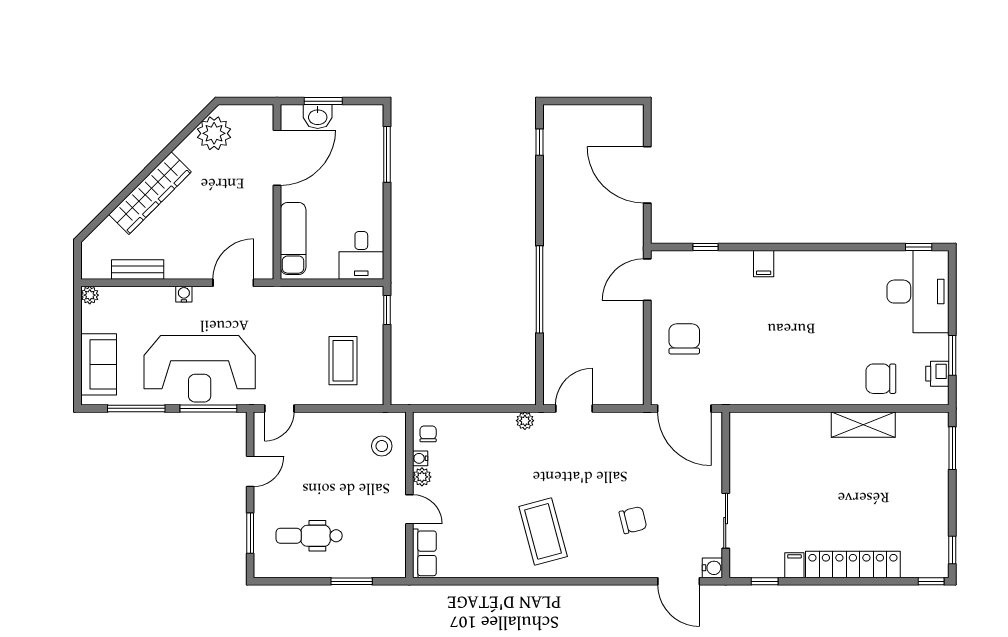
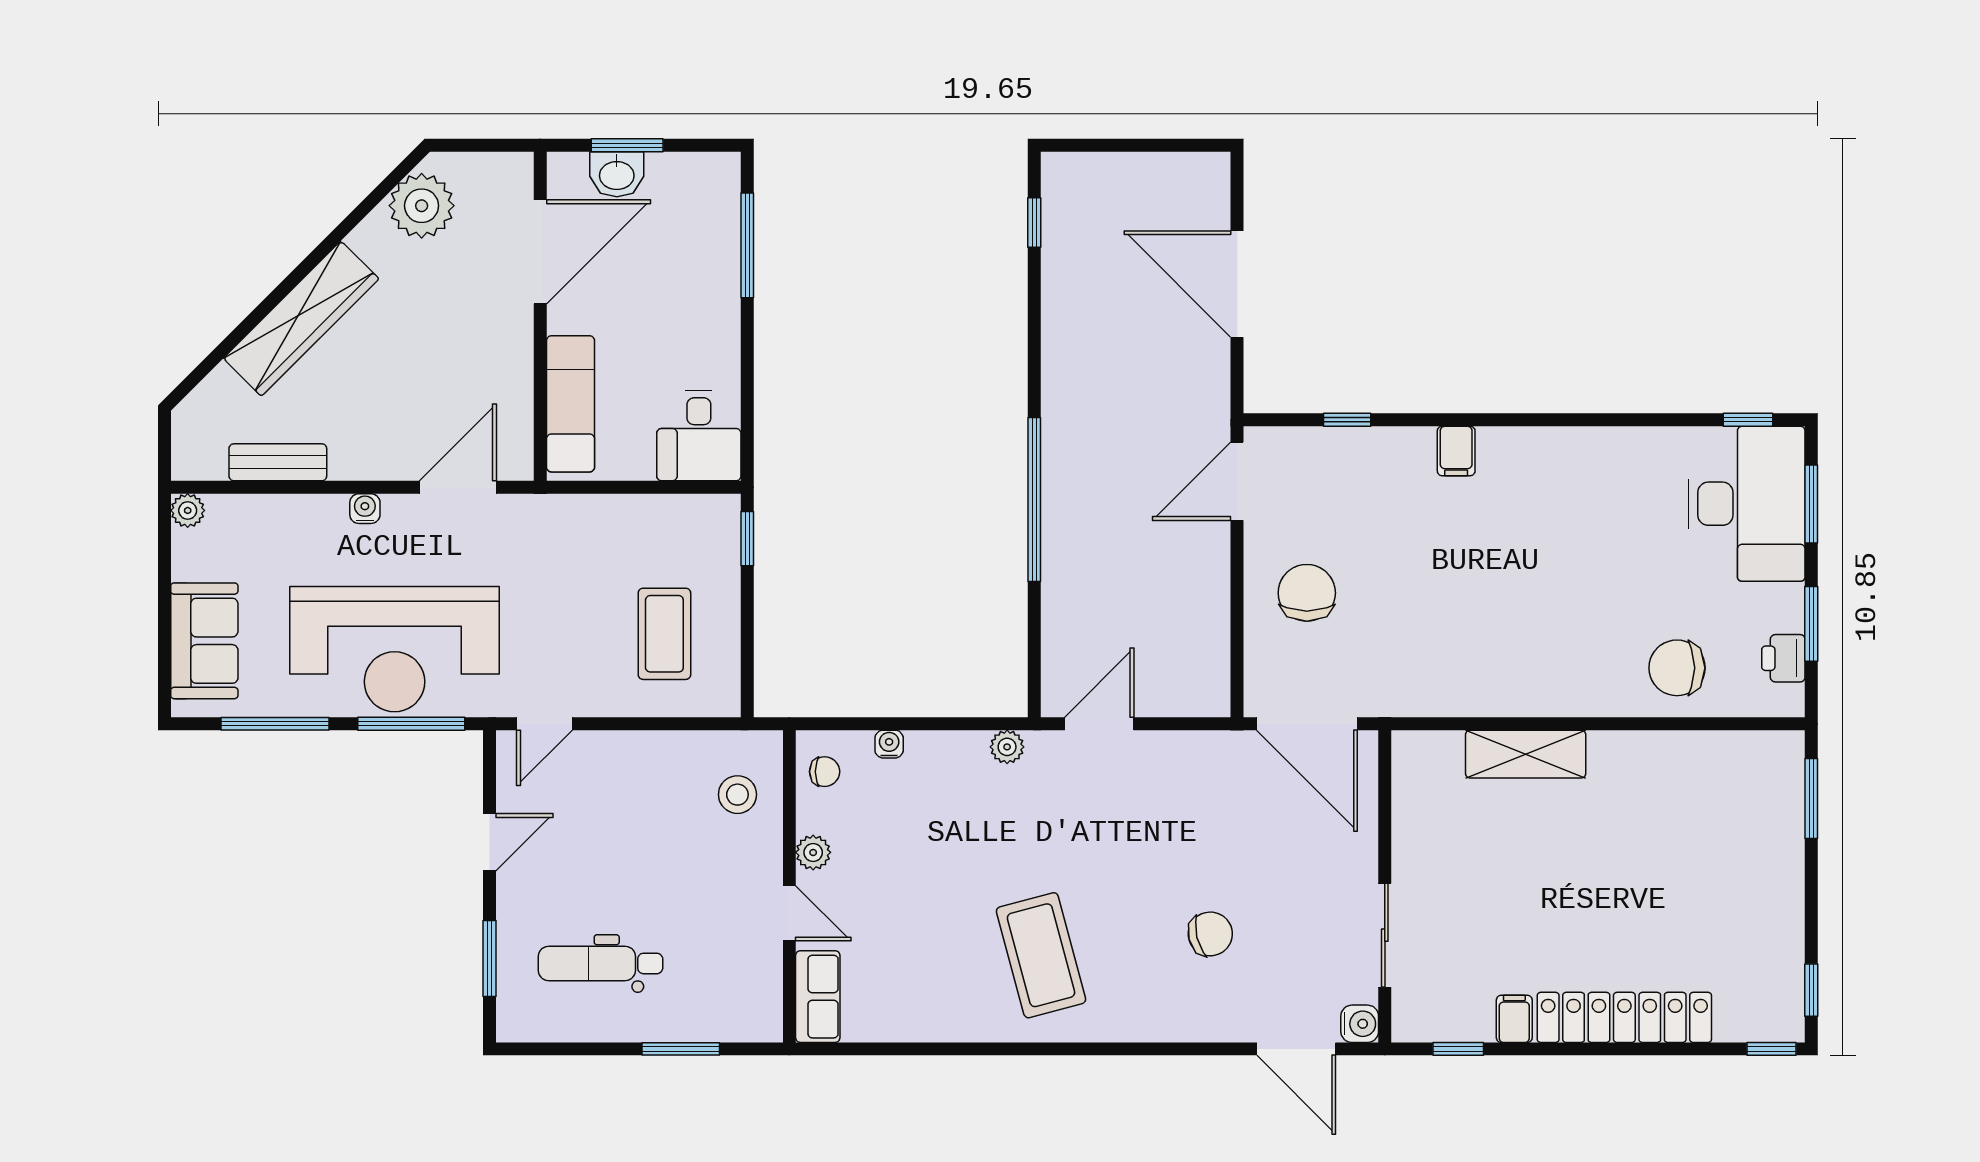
window: (952, 292) -> (1811, 504), added
shelving: (863, 425) -> (1526, 754), moved
chair: (428, 434) -> (825, 772), turned 90
water cooler: (420, 458) -> (889, 744), moved, turned 90

